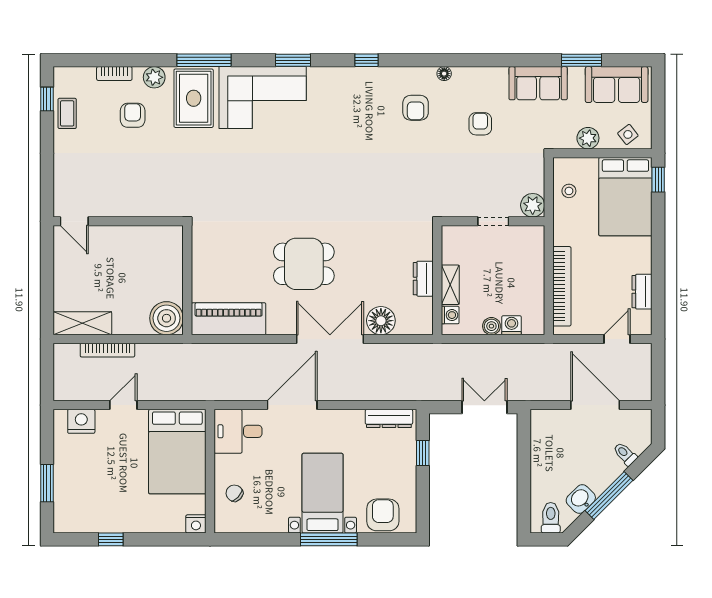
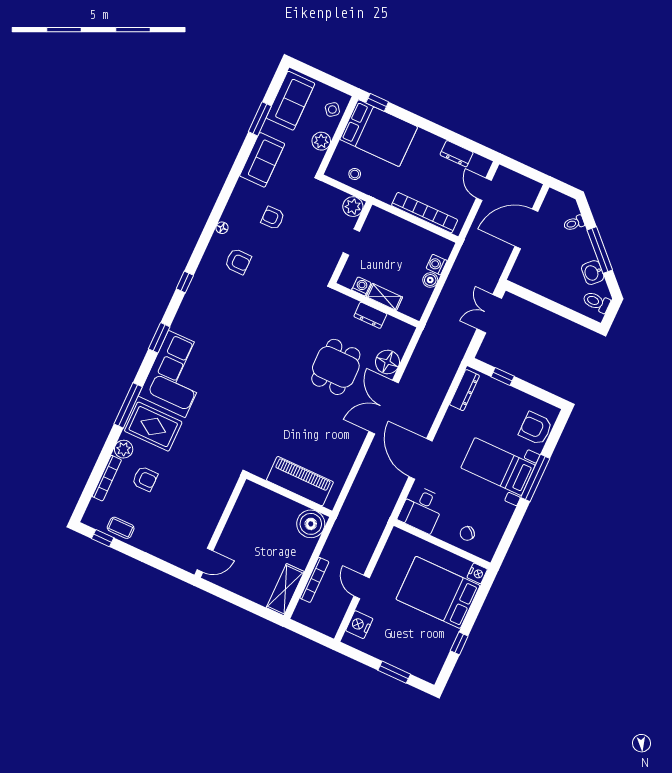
bookcase: (114, 74) -> (107, 478), width x1.56
armchair: (133, 115) -> (145, 479), turned 180
dining table: (304, 264) -> (336, 367), moved
washing machine: (450, 315) -> (361, 286), moved
piano: (229, 319) -> (300, 481), moved, turned 90
bed: (177, 452) -> (438, 592), moved, turned 180

